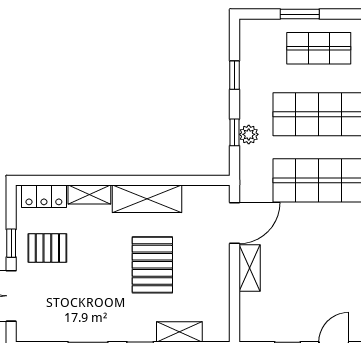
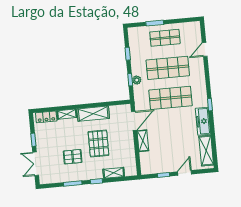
pallet: (47, 248) -> (73, 157), moved

